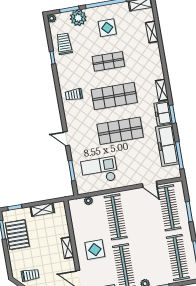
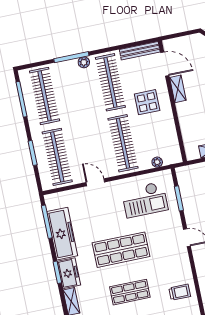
shop shelf: (114, 96) -> (130, 292), width x0.70, depth x0.74
door: (150, 184) -> (95, 182), moved
shelving: (67, 248) -> (178, 89), moved

